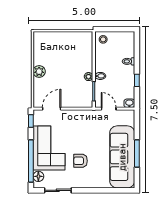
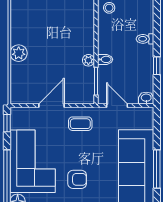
door: (52, 109) -> (52, 106), moved
coffee table: (83, 121) -> (80, 124), added
armchair: (81, 161) -> (77, 179), turned 180

